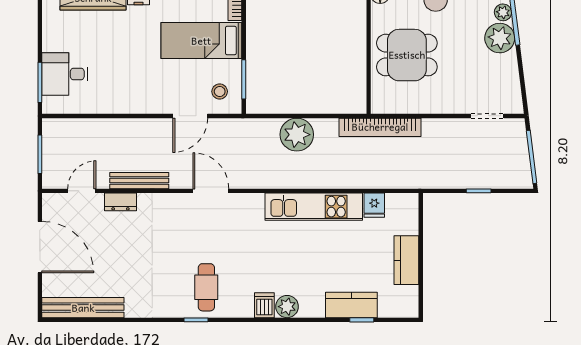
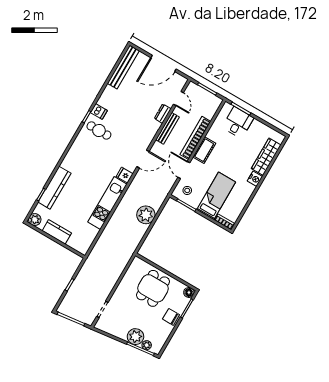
cot: (140, 102) -> (204, 150), added
bookcase: (380, 127) -> (195, 138), moved
fridge: (374, 205) -> (125, 175), moved
dishwasher: (264, 305) -> (99, 111), moved
kitchen counter: (351, 305) -> (54, 188), width x1.50
plant: (287, 307) -> (35, 220), moved

